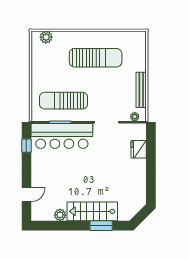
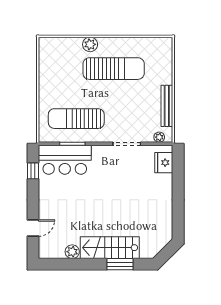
plant: (46, 37) -> (90, 44), moved
bar counter: (62, 136) -> (65, 160), width x0.73
fridge: (139, 149) -> (164, 163), moved

